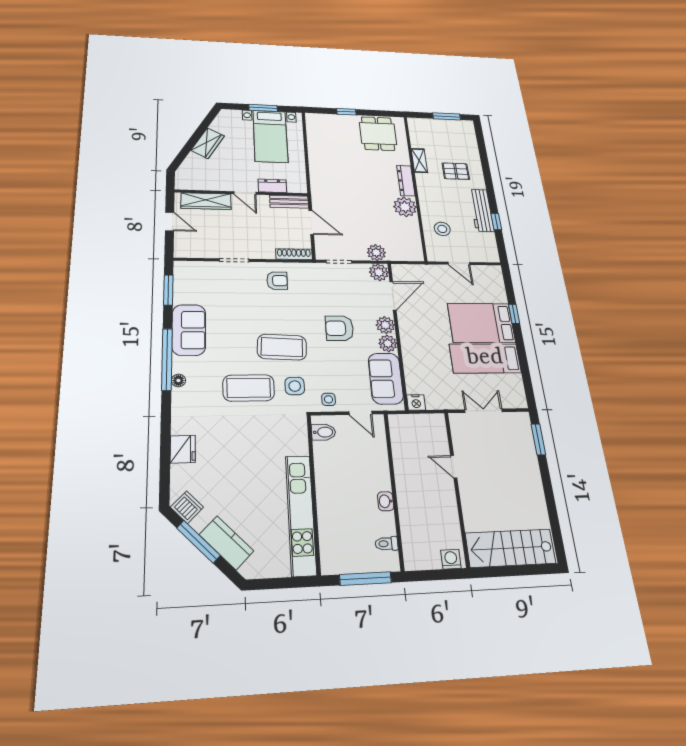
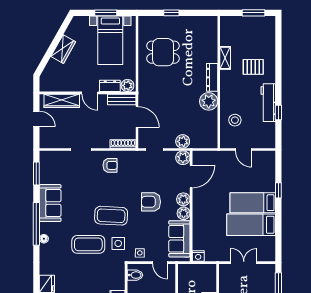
dining table: (378, 134) -> (163, 52), moved, turned 90
plant: (296, 186) -> (127, 85), added
bed: (481, 323) -> (253, 203), width x0.67

